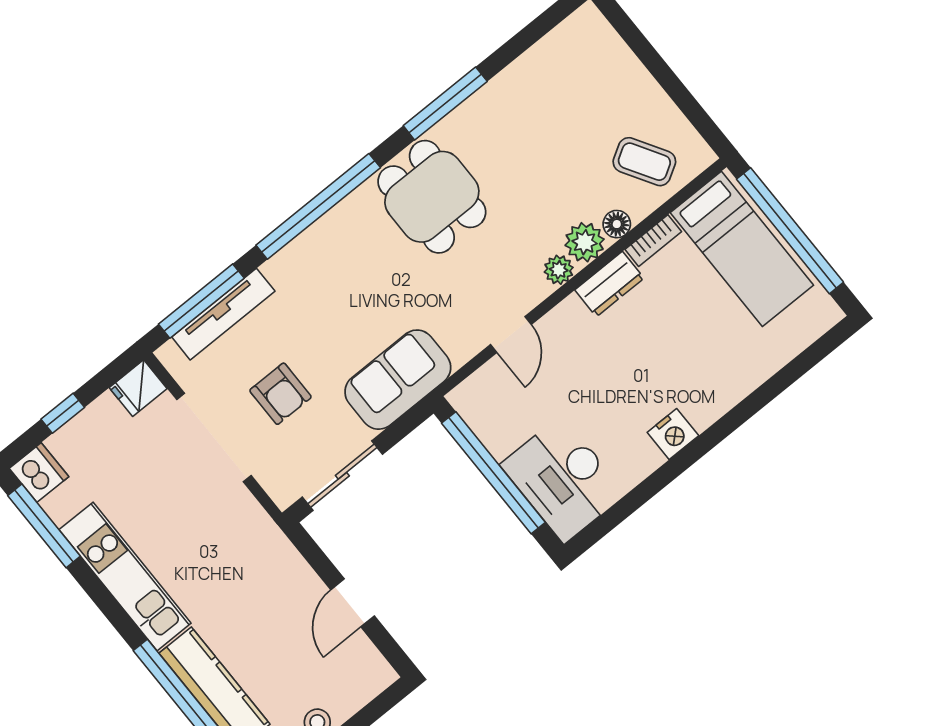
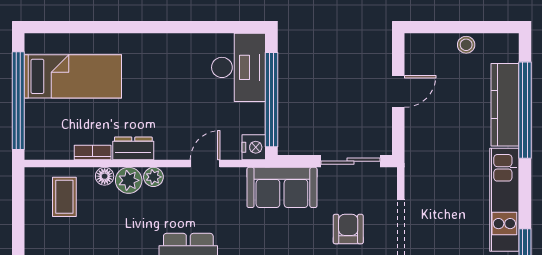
coffee table: (644, 162) -> (64, 197), turned 31
bed: (742, 249) -> (73, 76), moved, turned 90
nightstand: (673, 434) -> (254, 147), moved, turned 90

